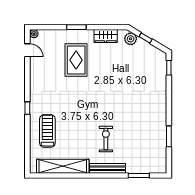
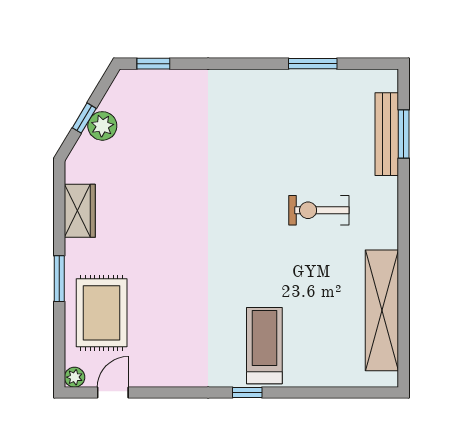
plant: (131, 39) -> (102, 126), moved
rug: (76, 60) -> (102, 313), moved, turned 90
treadmill: (47, 131) -> (264, 346), moved, turned 90
bench: (108, 168) -> (387, 134), moved

